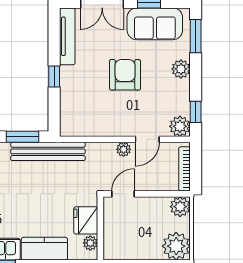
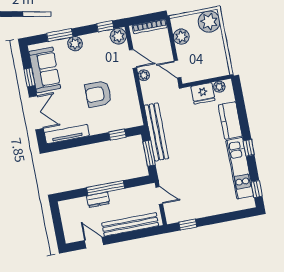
window: (196, 36) -> (60, 35), moved
armchair: (125, 75) -> (98, 94), moved
window: (54, 76) -> (117, 135), moved
plant: (180, 207) -> (181, 37), moved

